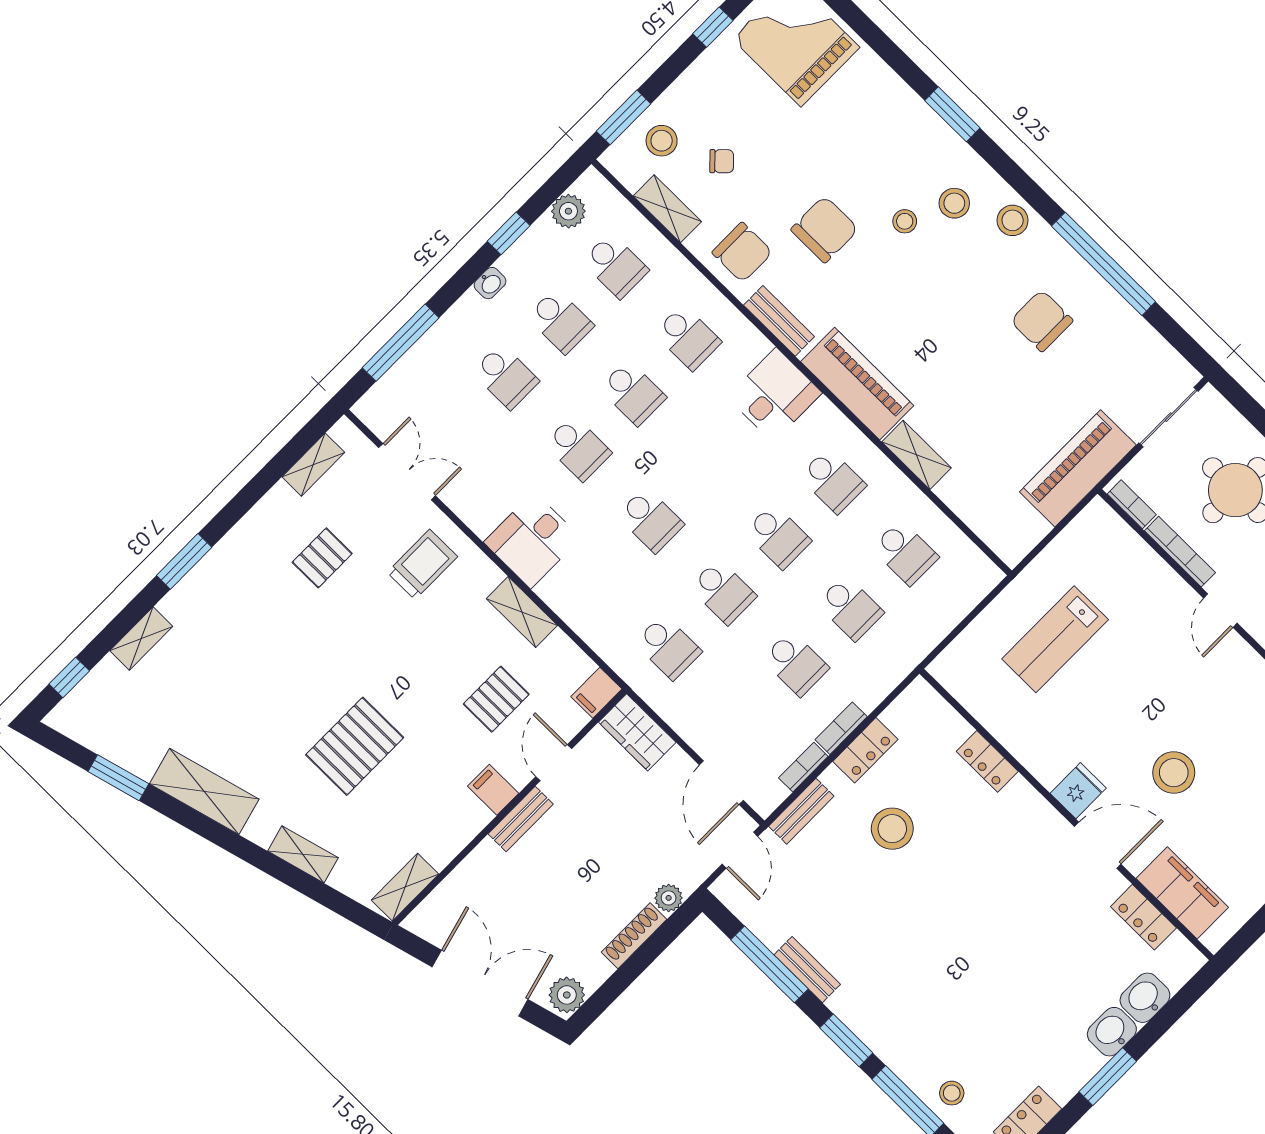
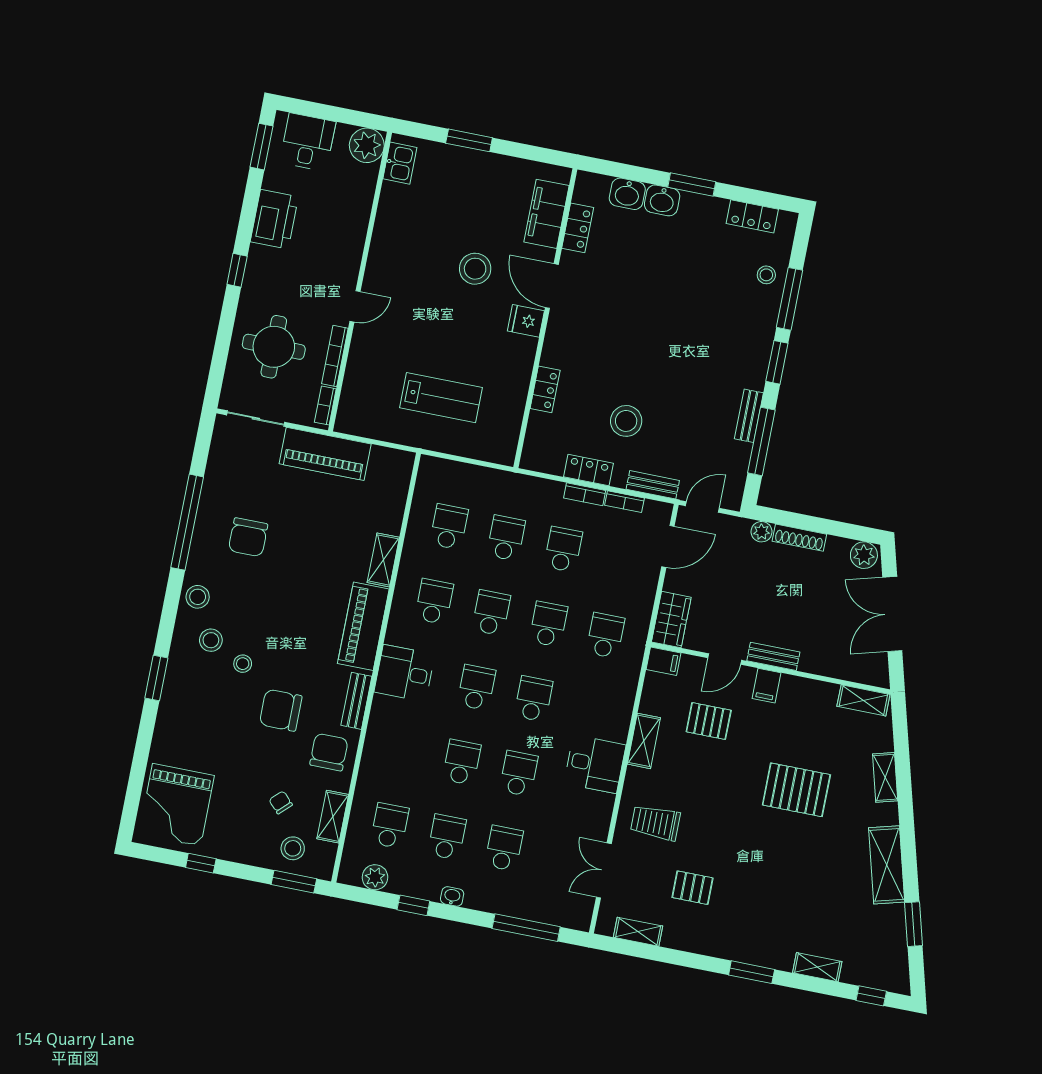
school desk: (688, 337) -> (476, 687), moved

